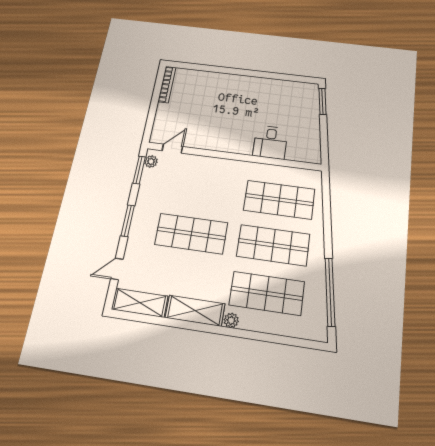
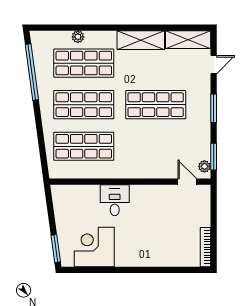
corner desk: (281, 98) -> (94, 247), added
desk: (270, 142) -> (115, 200), moved
door: (172, 149) -> (187, 182), swing flipped
plant: (231, 320) -> (78, 37), moved

